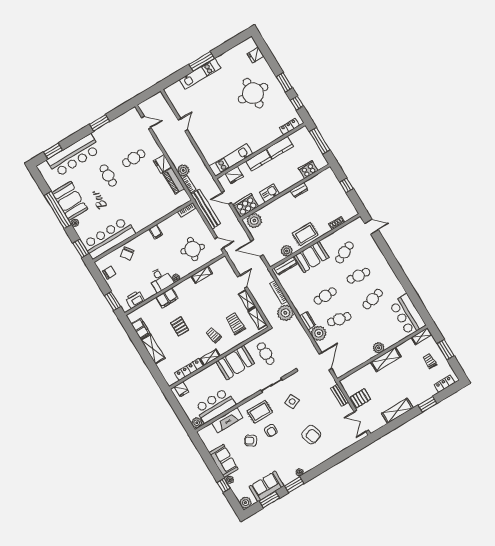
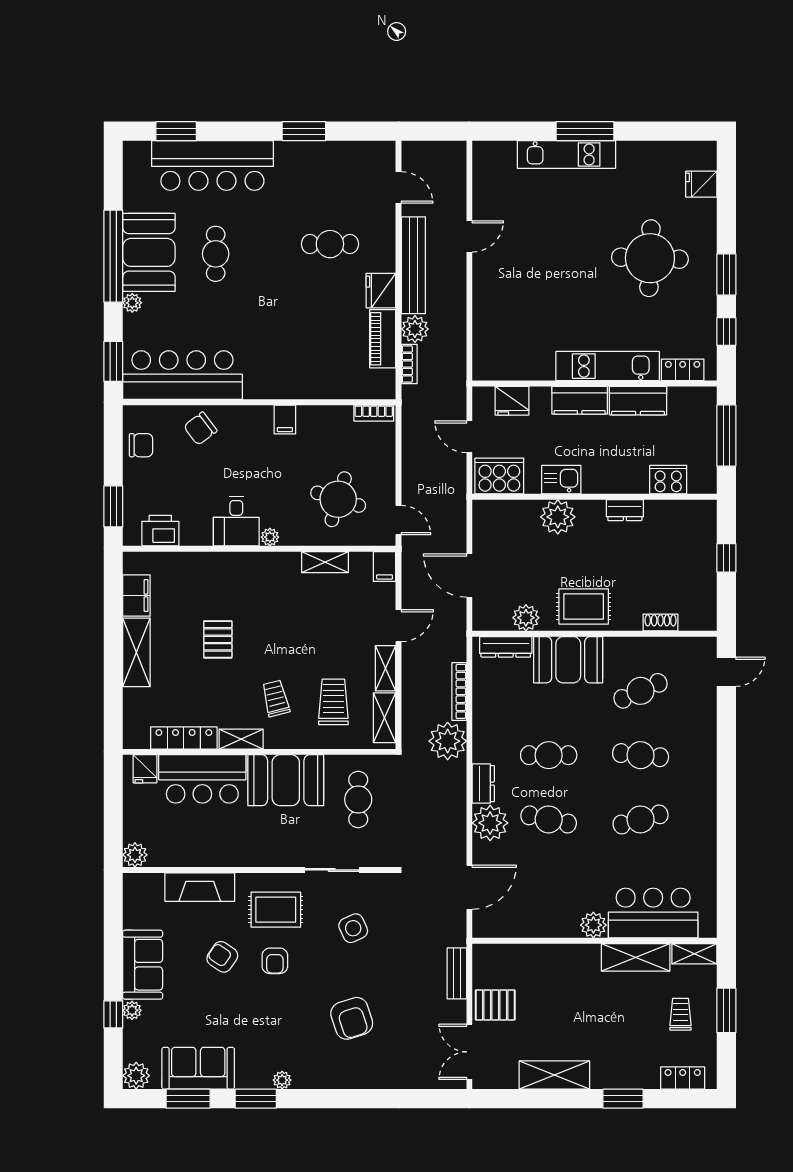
kitchen unit: (231, 160) -> (608, 366), moved
cafe table: (108, 175) -> (216, 254), moved
bench: (206, 209) -> (413, 265), moved
plant: (254, 221) -> (558, 517), moved
door: (371, 227) -> (726, 672), hinge flipped
filing cabinet: (167, 298) -> (385, 567), moved, width x0.50
bar counter: (407, 315) -> (653, 913), moved, turned 90
shelving: (386, 359) -> (636, 957), moved
bar counter: (215, 406) -> (202, 779), moved, turned 180

